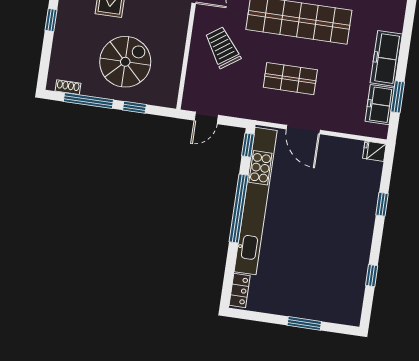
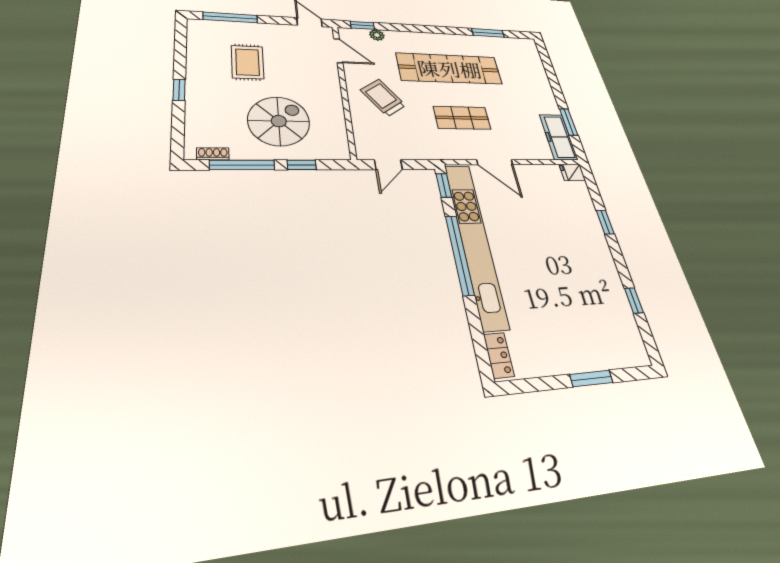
freezer: (386, 58) -> (542, 92), removed
freezer: (380, 105) -> (558, 137), width x1.40

